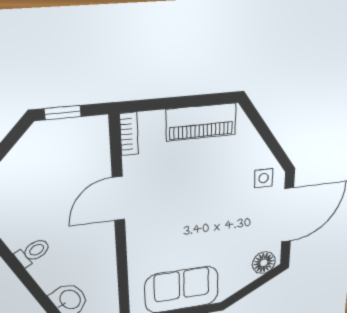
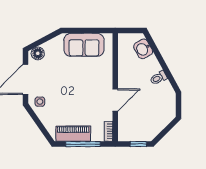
window: (181, 102) -> (83, 144), added

